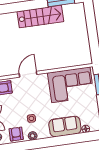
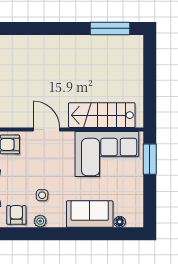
stairs: (40, 17) -> (102, 115), moved, turned 180
door: (28, 74) -> (46, 130), hinge flipped

